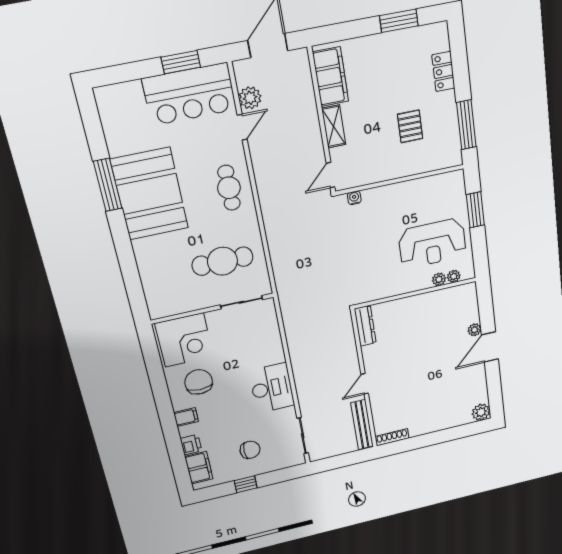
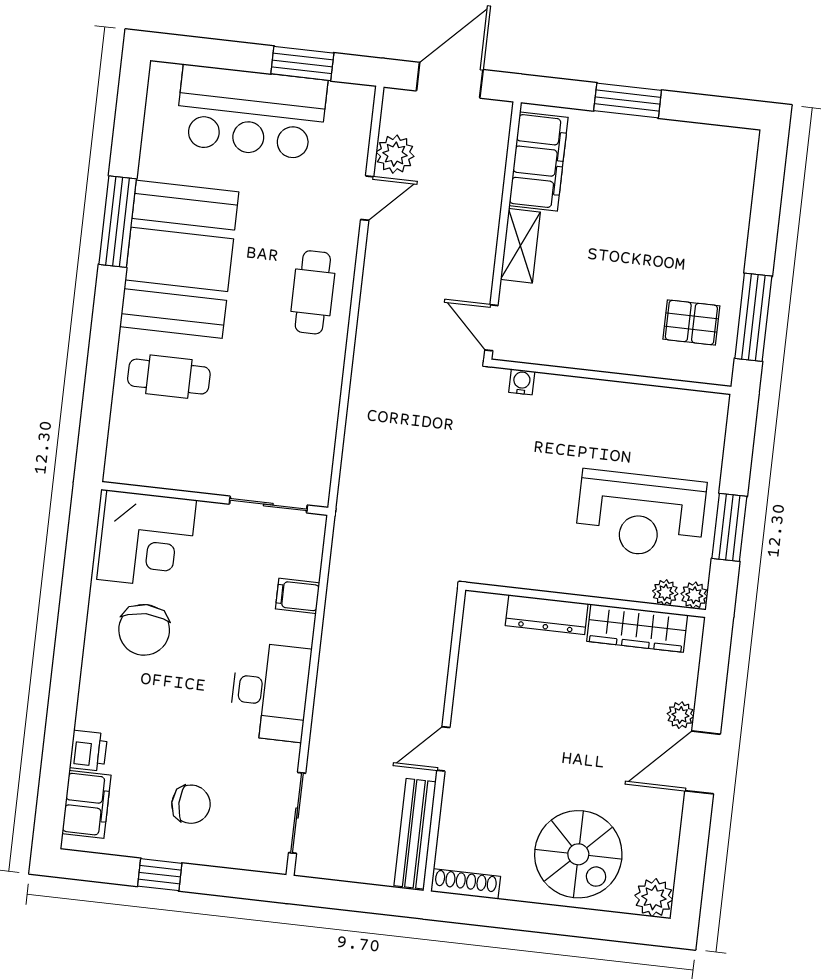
window: (399, 21) -> (628, 100), moved
locker: (443, 71) -> (734, 213), removed
bar counter: (190, 94) -> (251, 112), moved
pallet: (410, 126) -> (691, 322), moved, turned 90
door: (330, 175) -> (491, 328), hinge flipped
window: (475, 210) -> (729, 527), moved
cafe table: (222, 261) -> (169, 377), moved, width x0.73, depth x0.74
plant: (439, 279) -> (694, 595), moved
wardrobe: (444, 298) -> (637, 628), added
dresser: (365, 326) -> (547, 615), moved, turned 90
chair: (199, 382) -> (144, 630), turned 180
spiral stairs: (441, 406) -> (578, 854), added
filing cabinet: (186, 417) -> (298, 596), moved, turned 180

